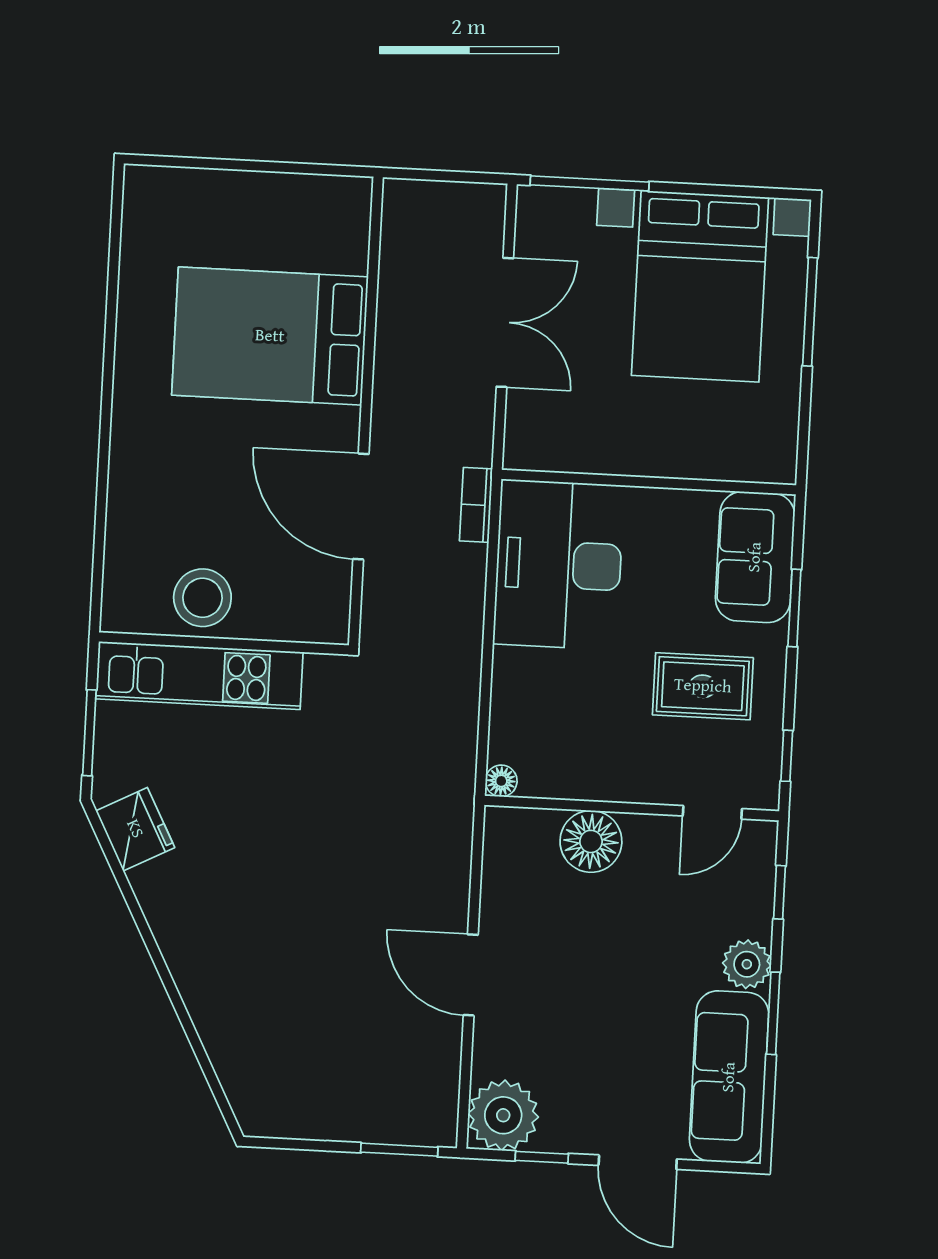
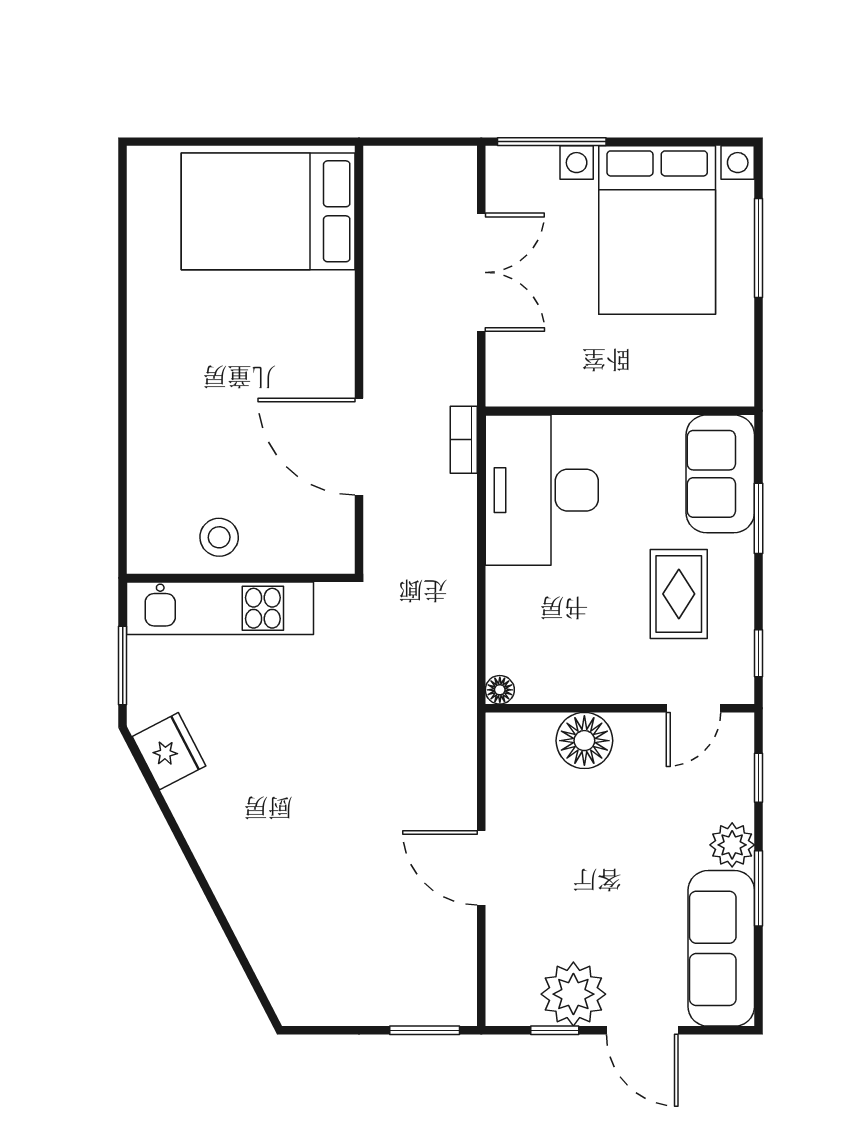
bed: (270, 336) -> (268, 211), moved
stool: (202, 598) -> (219, 537), width x0.73, depth x0.73
rug: (703, 686) -> (679, 594), turned 90
plant: (503, 1115) -> (573, 994), moved

